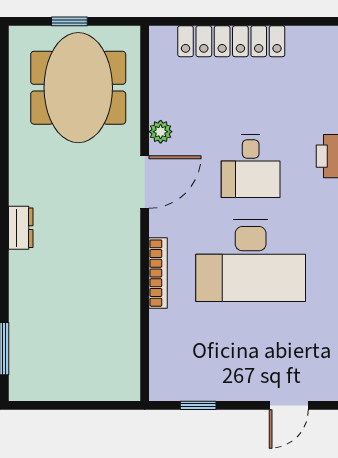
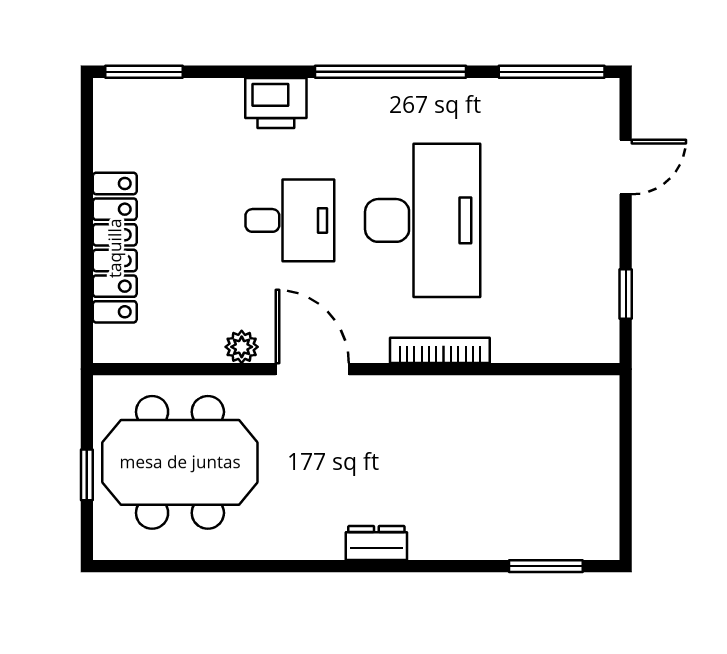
door: (289, 405) -> (626, 167), hinge flipped

